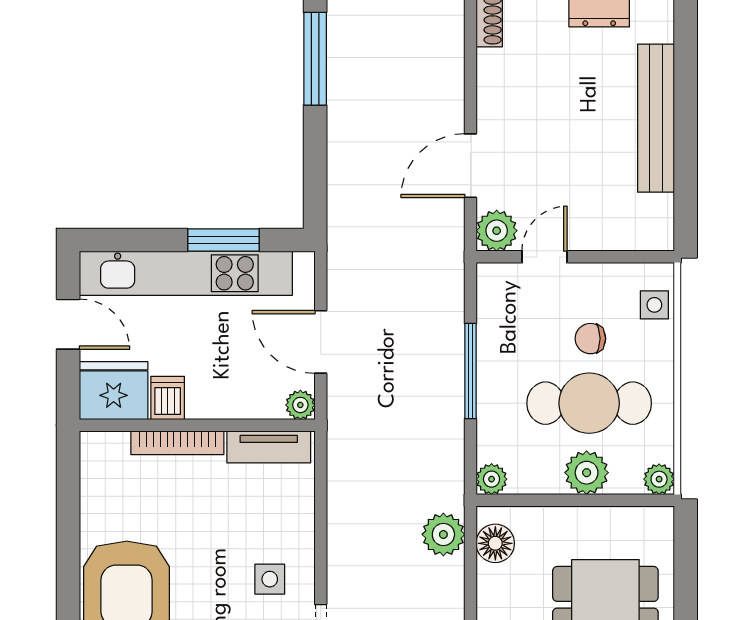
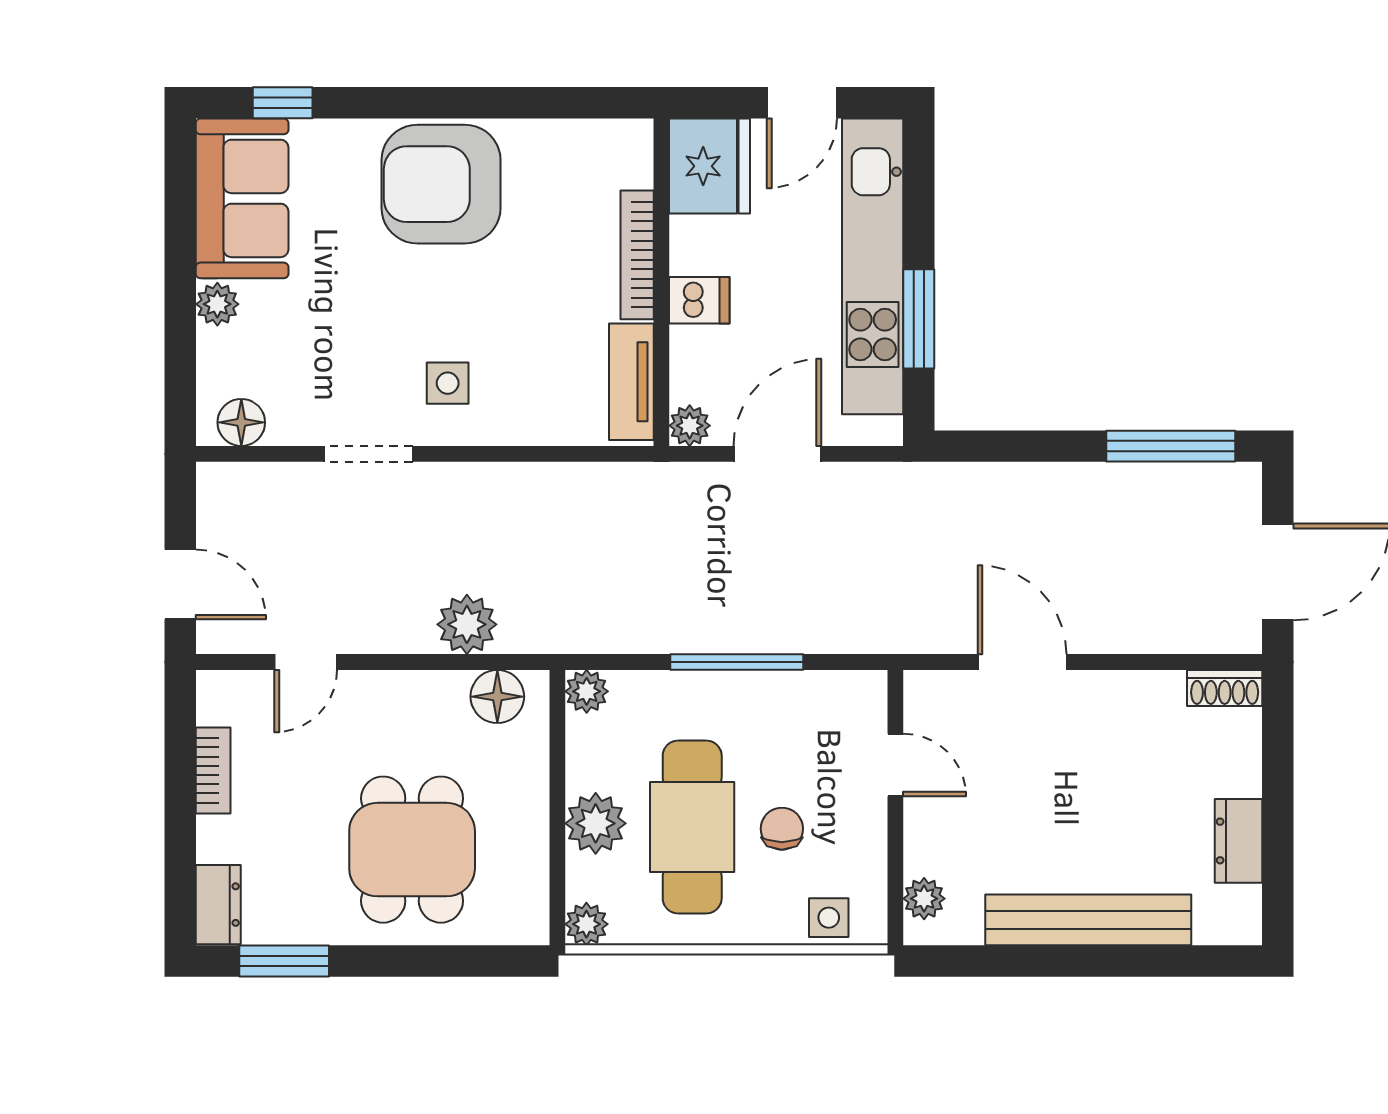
plant: (497, 231) -> (924, 899), moved, width x0.73, depth x0.73
dishwasher: (168, 398) -> (699, 300), moved
plant: (443, 534) -> (467, 624), moved

